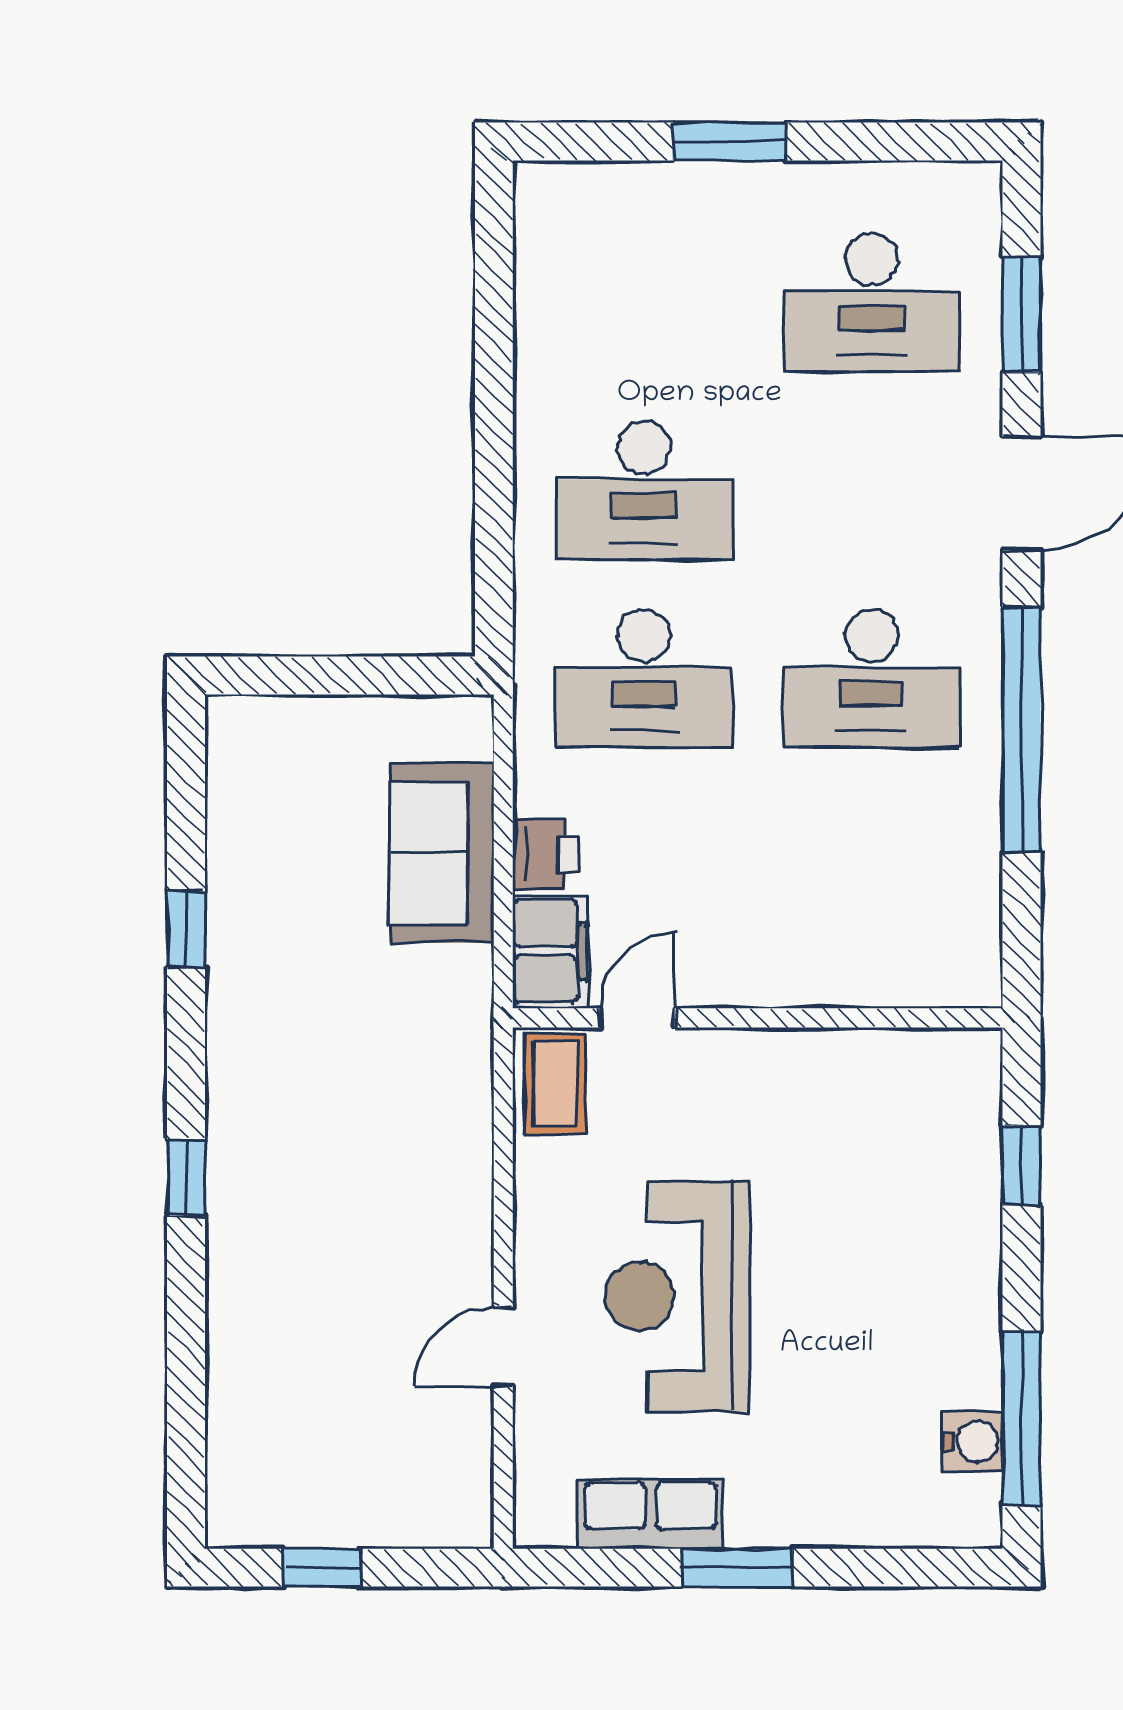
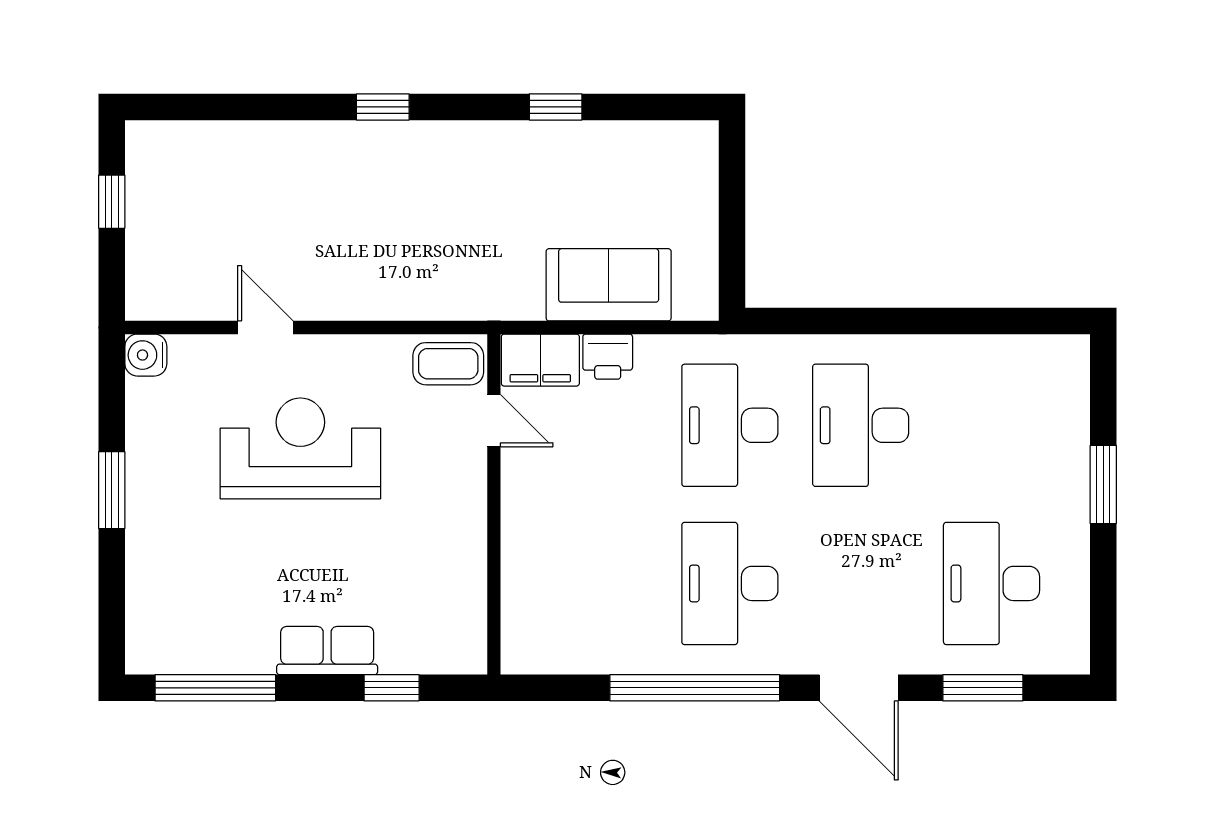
water cooler: (973, 1442) -> (146, 355), moved, turned 90
row of seats: (651, 1514) -> (327, 651), moved, turned -90

